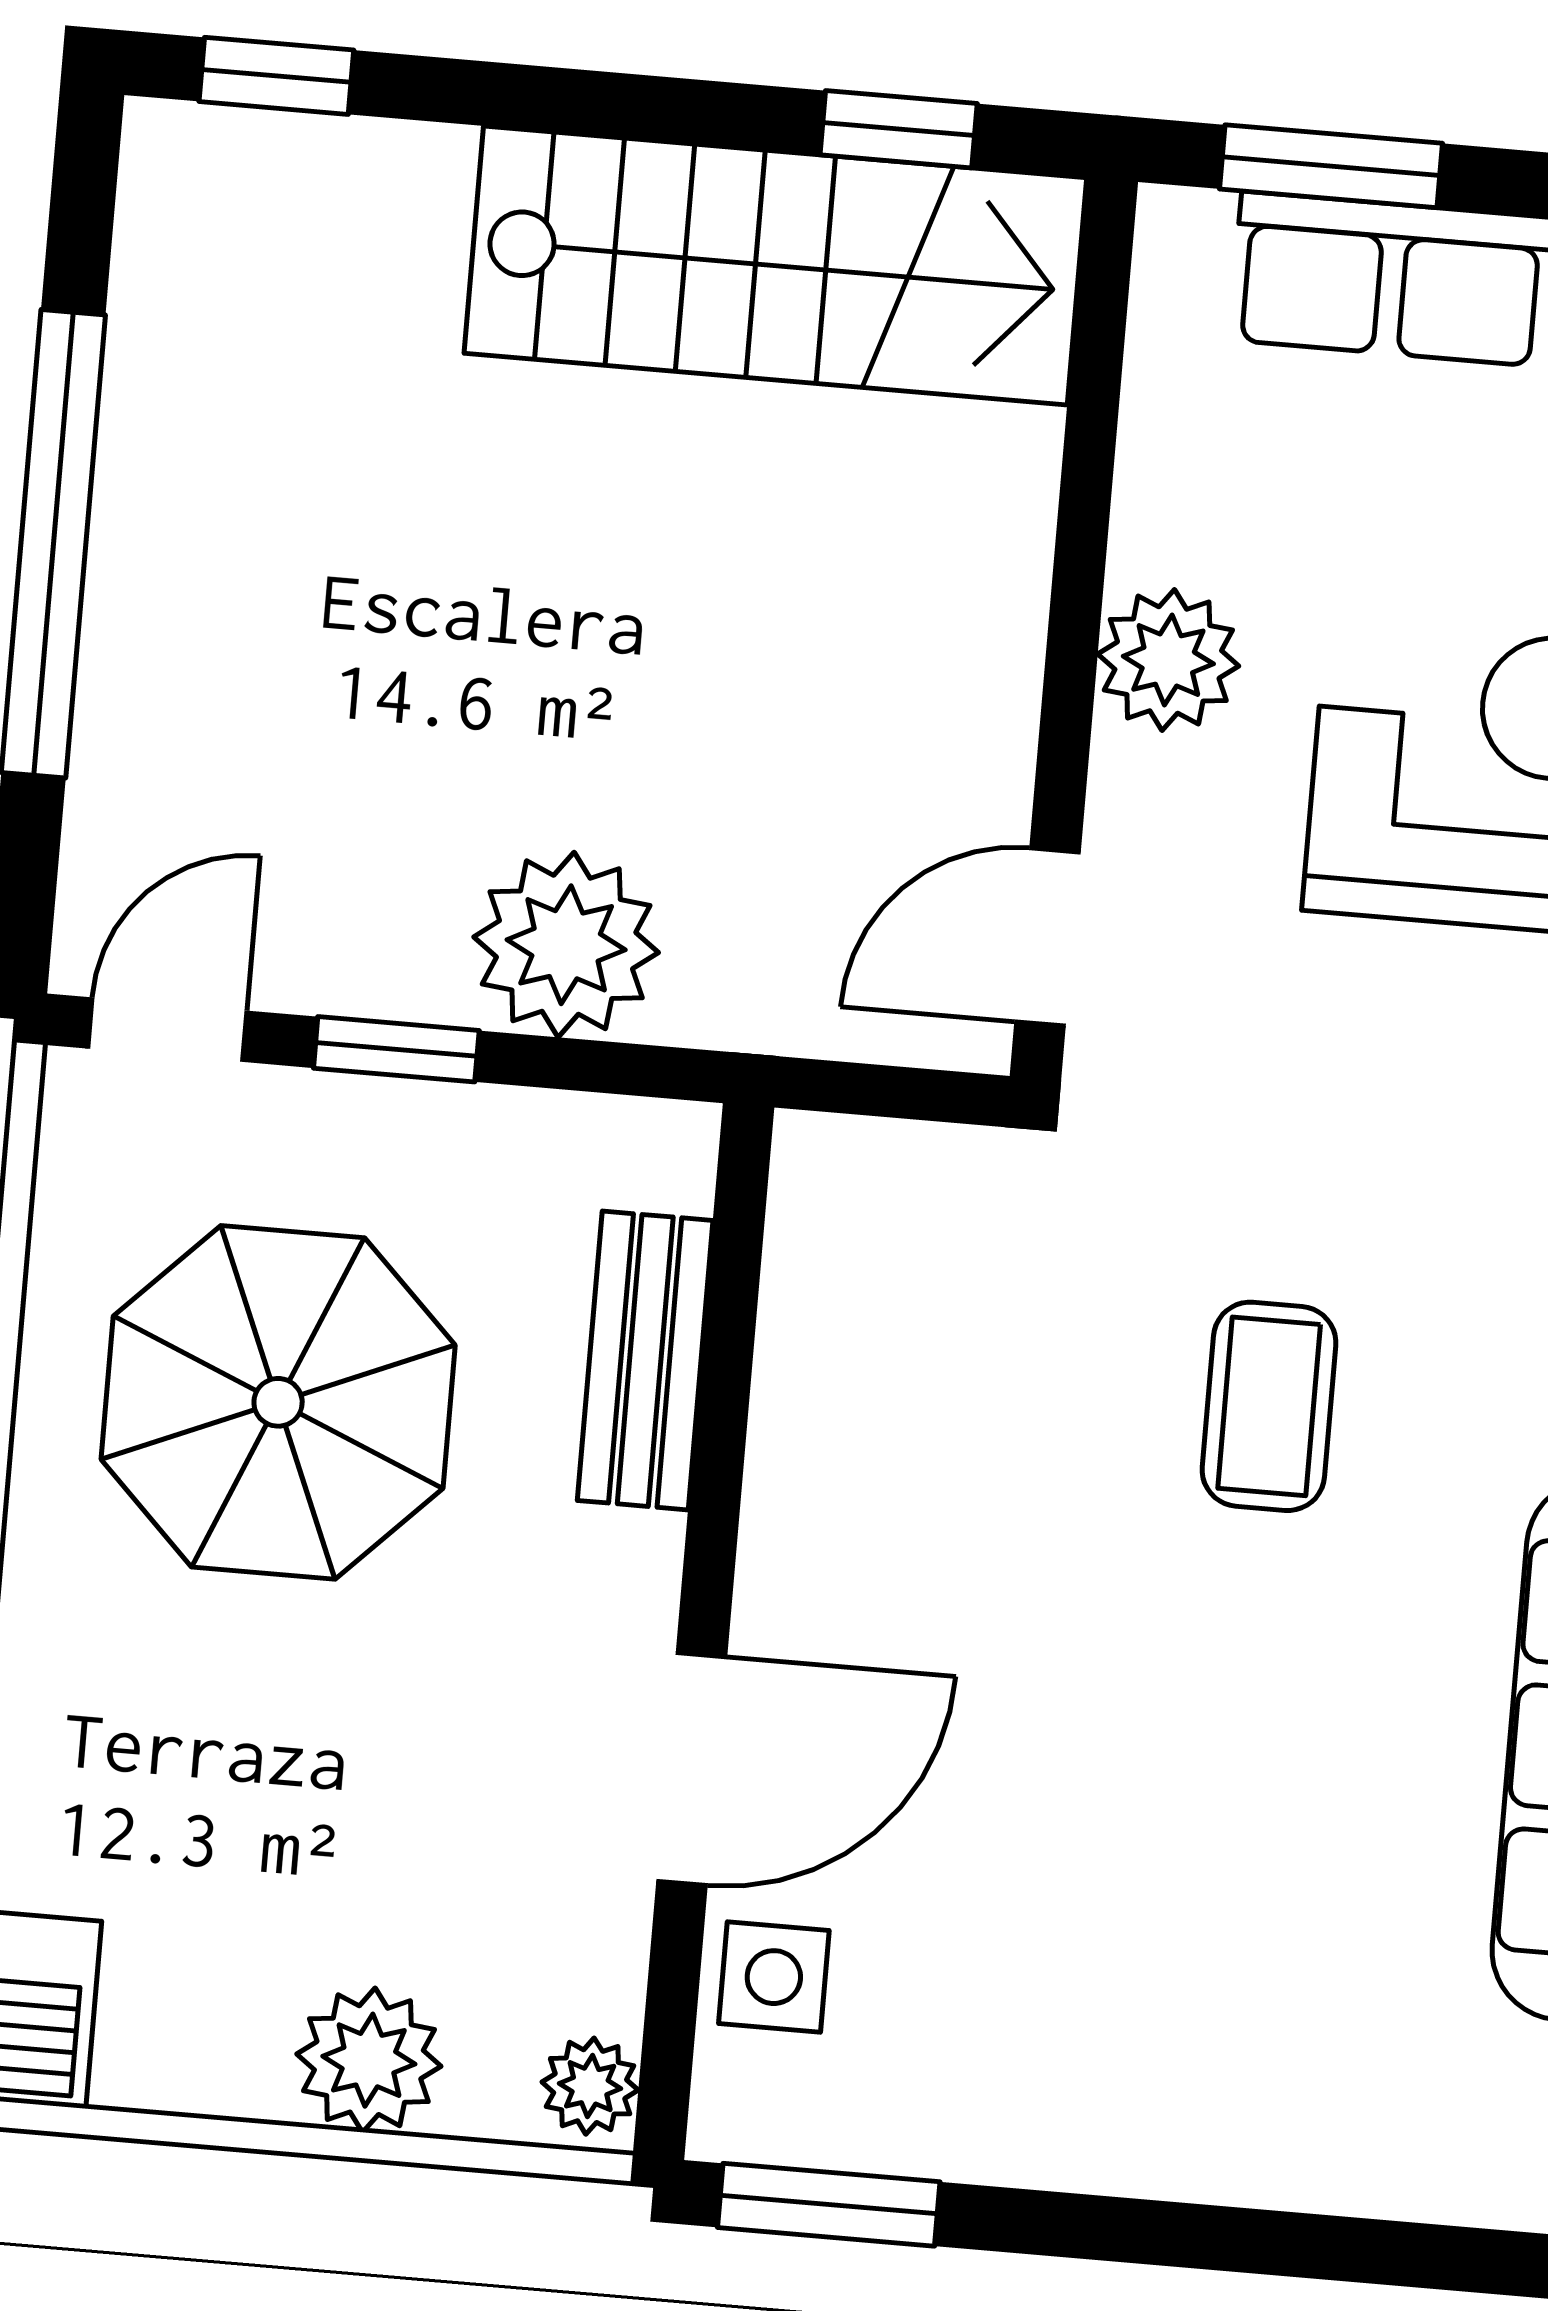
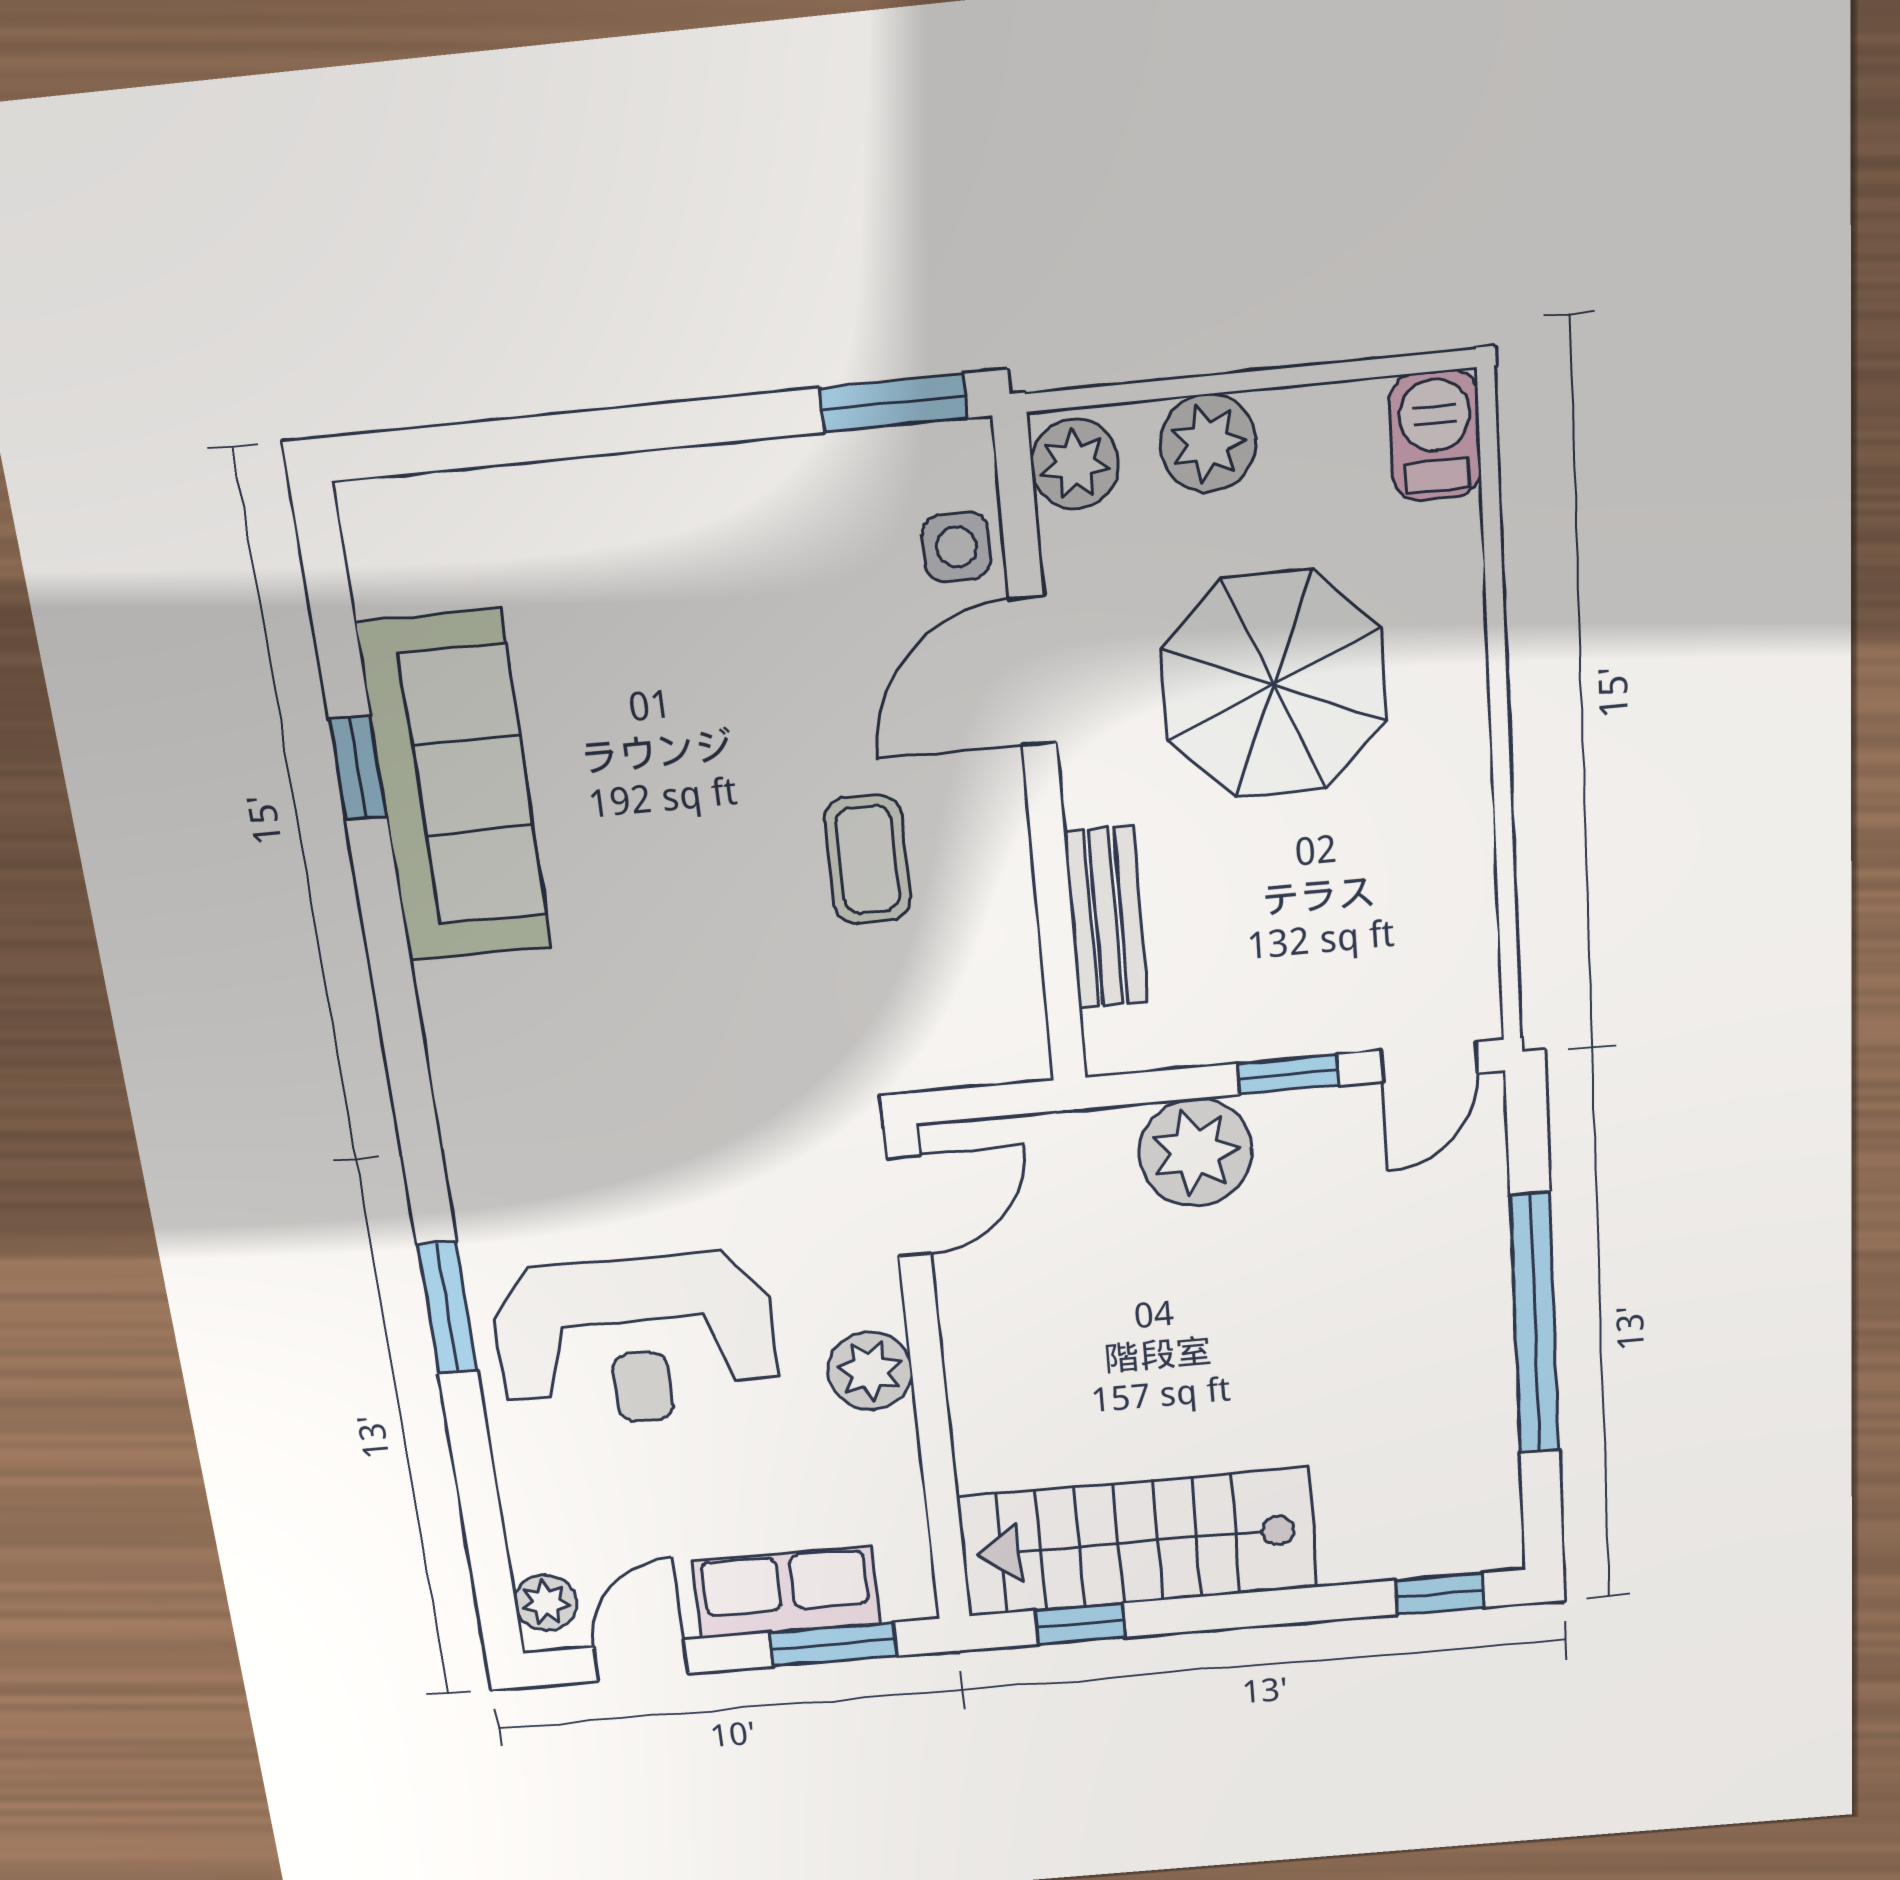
parasol: (278, 1402) -> (1273, 684), moved
coffee table: (1269, 1406) -> (867, 860), moved
plant: (590, 2086) -> (1075, 464), width x1.38, depth x1.38

